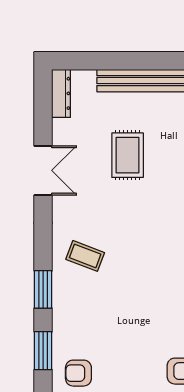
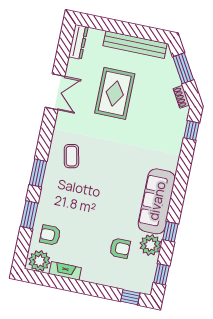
rug: (128, 155) -> (115, 93), width x1.36, depth x1.43
coffee table: (85, 256) -> (71, 156), turned 57

